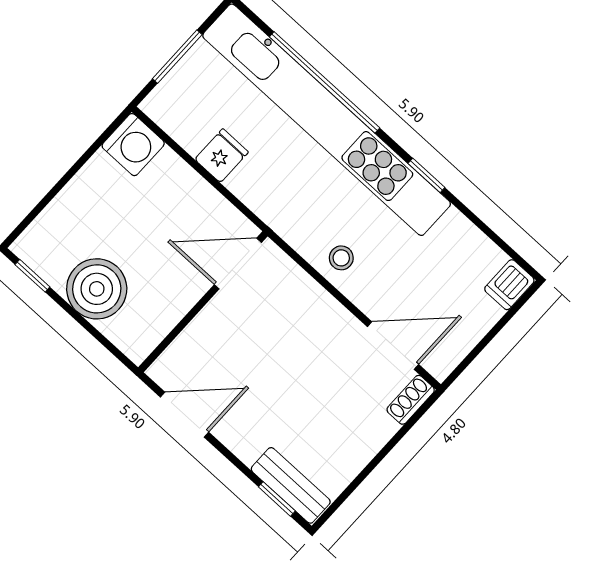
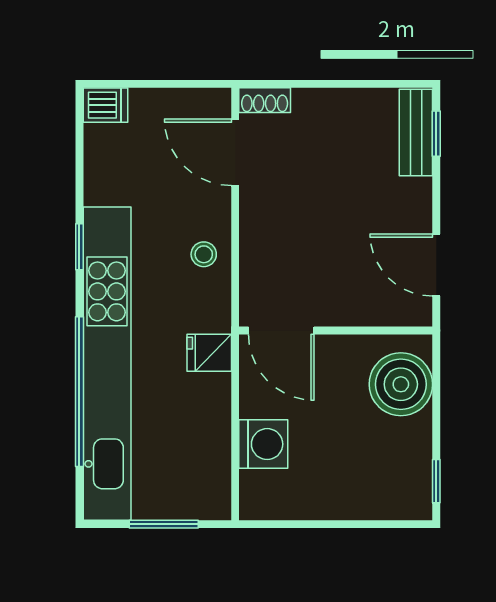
washing machine: (133, 145) -> (263, 444), moved, turned 90
fridge: (222, 156) -> (209, 353), moved
boiler: (97, 289) -> (401, 384), moved

